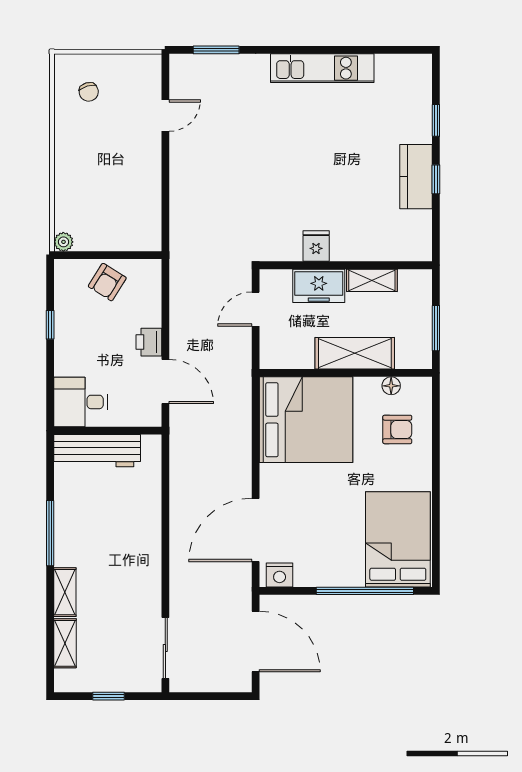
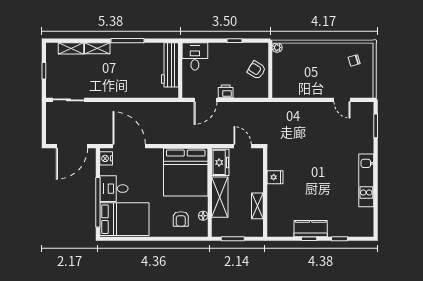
freezer: (319, 286) -> (220, 162), moved, turned 180
desk: (338, 560) -> (114, 189), added

